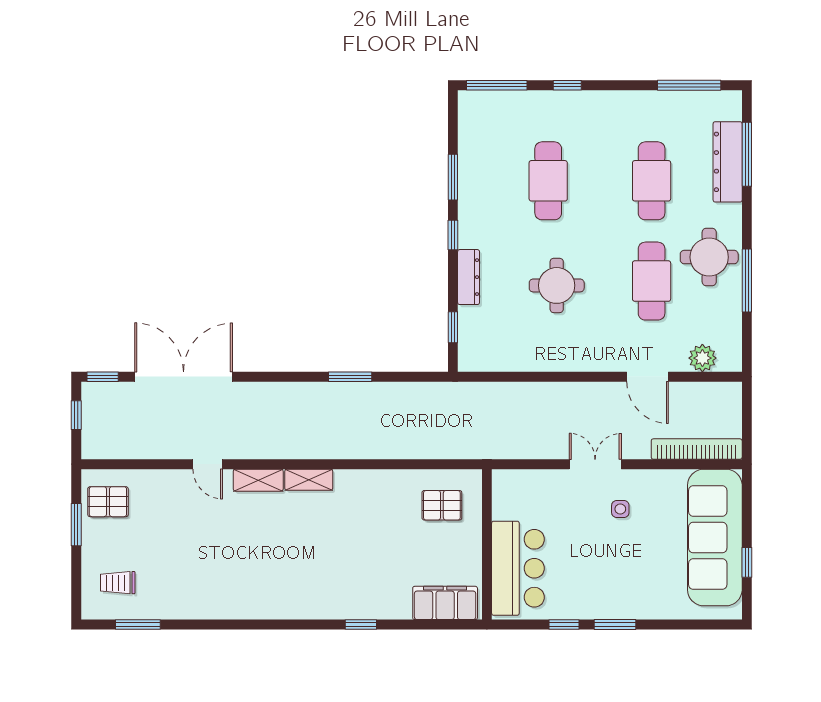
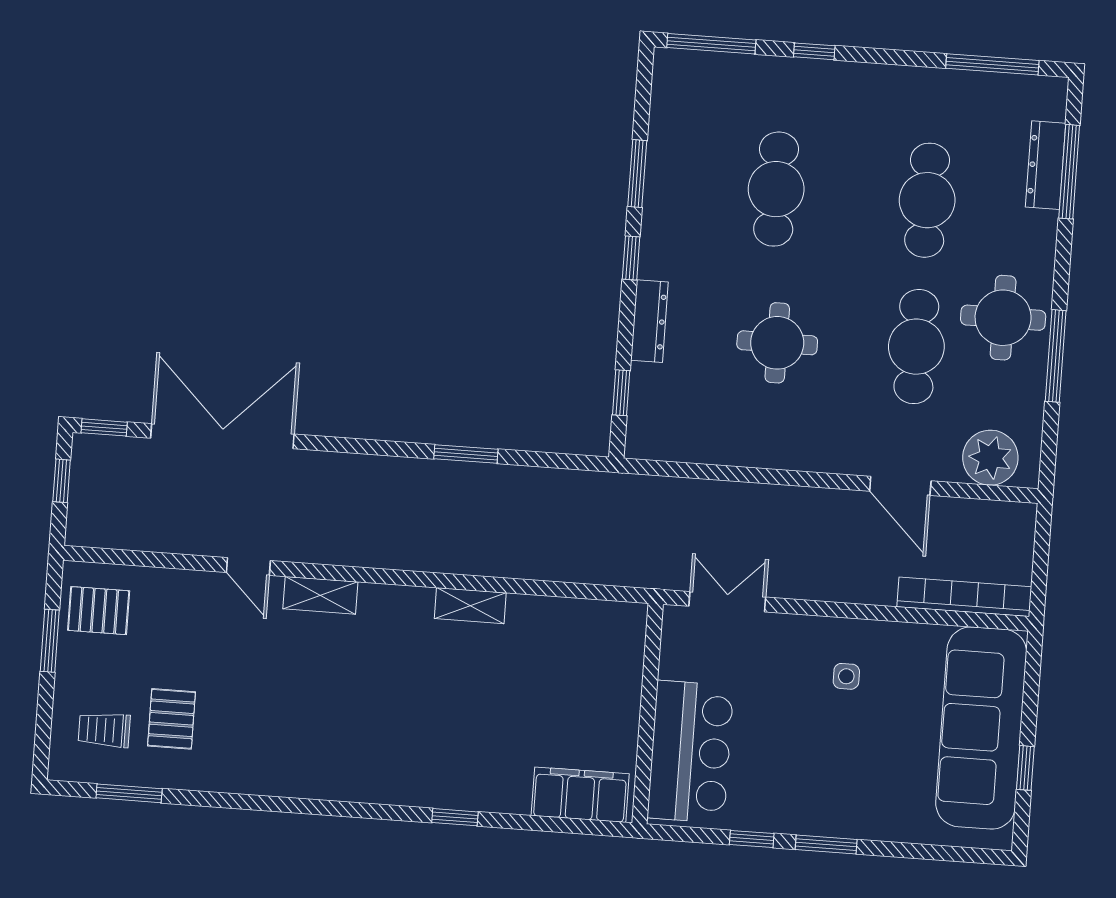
dresser: (728, 162) -> (1046, 165), width x0.73, depth x0.80
plant: (702, 358) -> (990, 458), width x1.36, depth x1.36
double door: (595, 464) -> (727, 602), moved
shelving: (309, 480) -> (470, 606), moved
pallet: (442, 505) -> (172, 719), moved, turned 90

